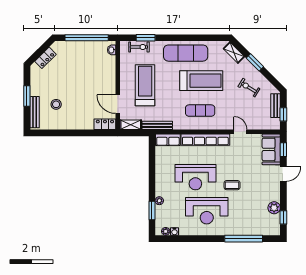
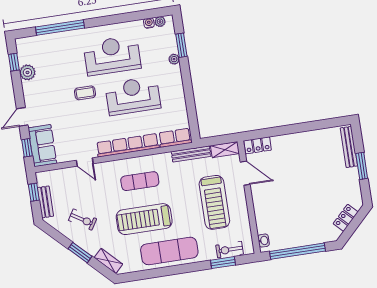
stool: (56, 104) -> (323, 161), removed

